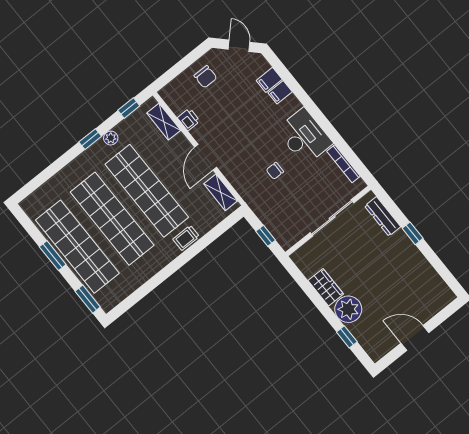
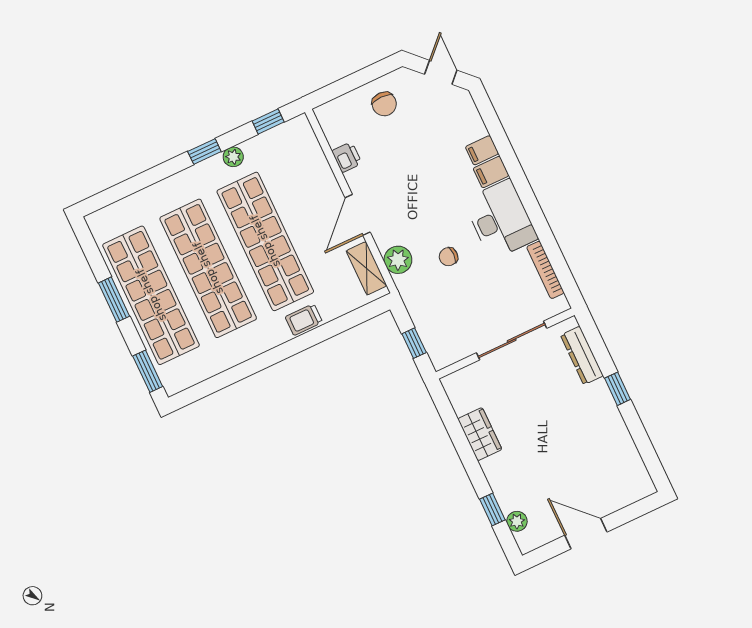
filing cabinet: (269, 80) -> (491, 172), moved
shelving: (164, 122) -> (312, 152), removed
plant: (241, 181) -> (398, 260), added
plant: (348, 309) -> (517, 521), moved, width x0.53, depth x0.53

